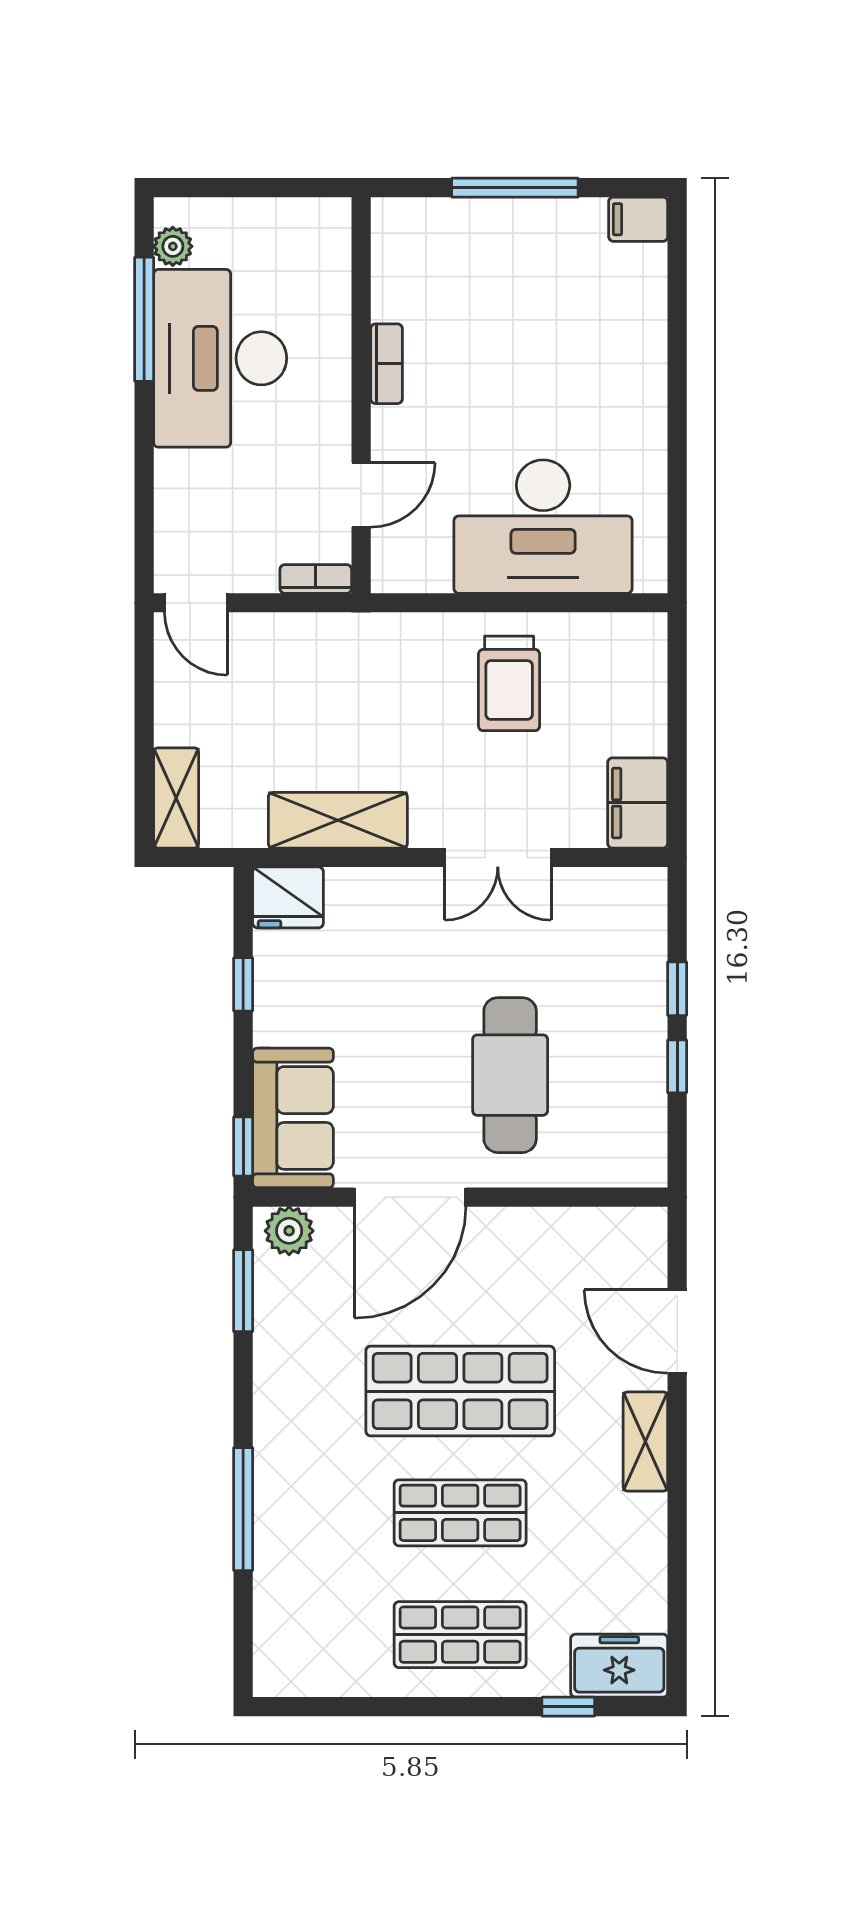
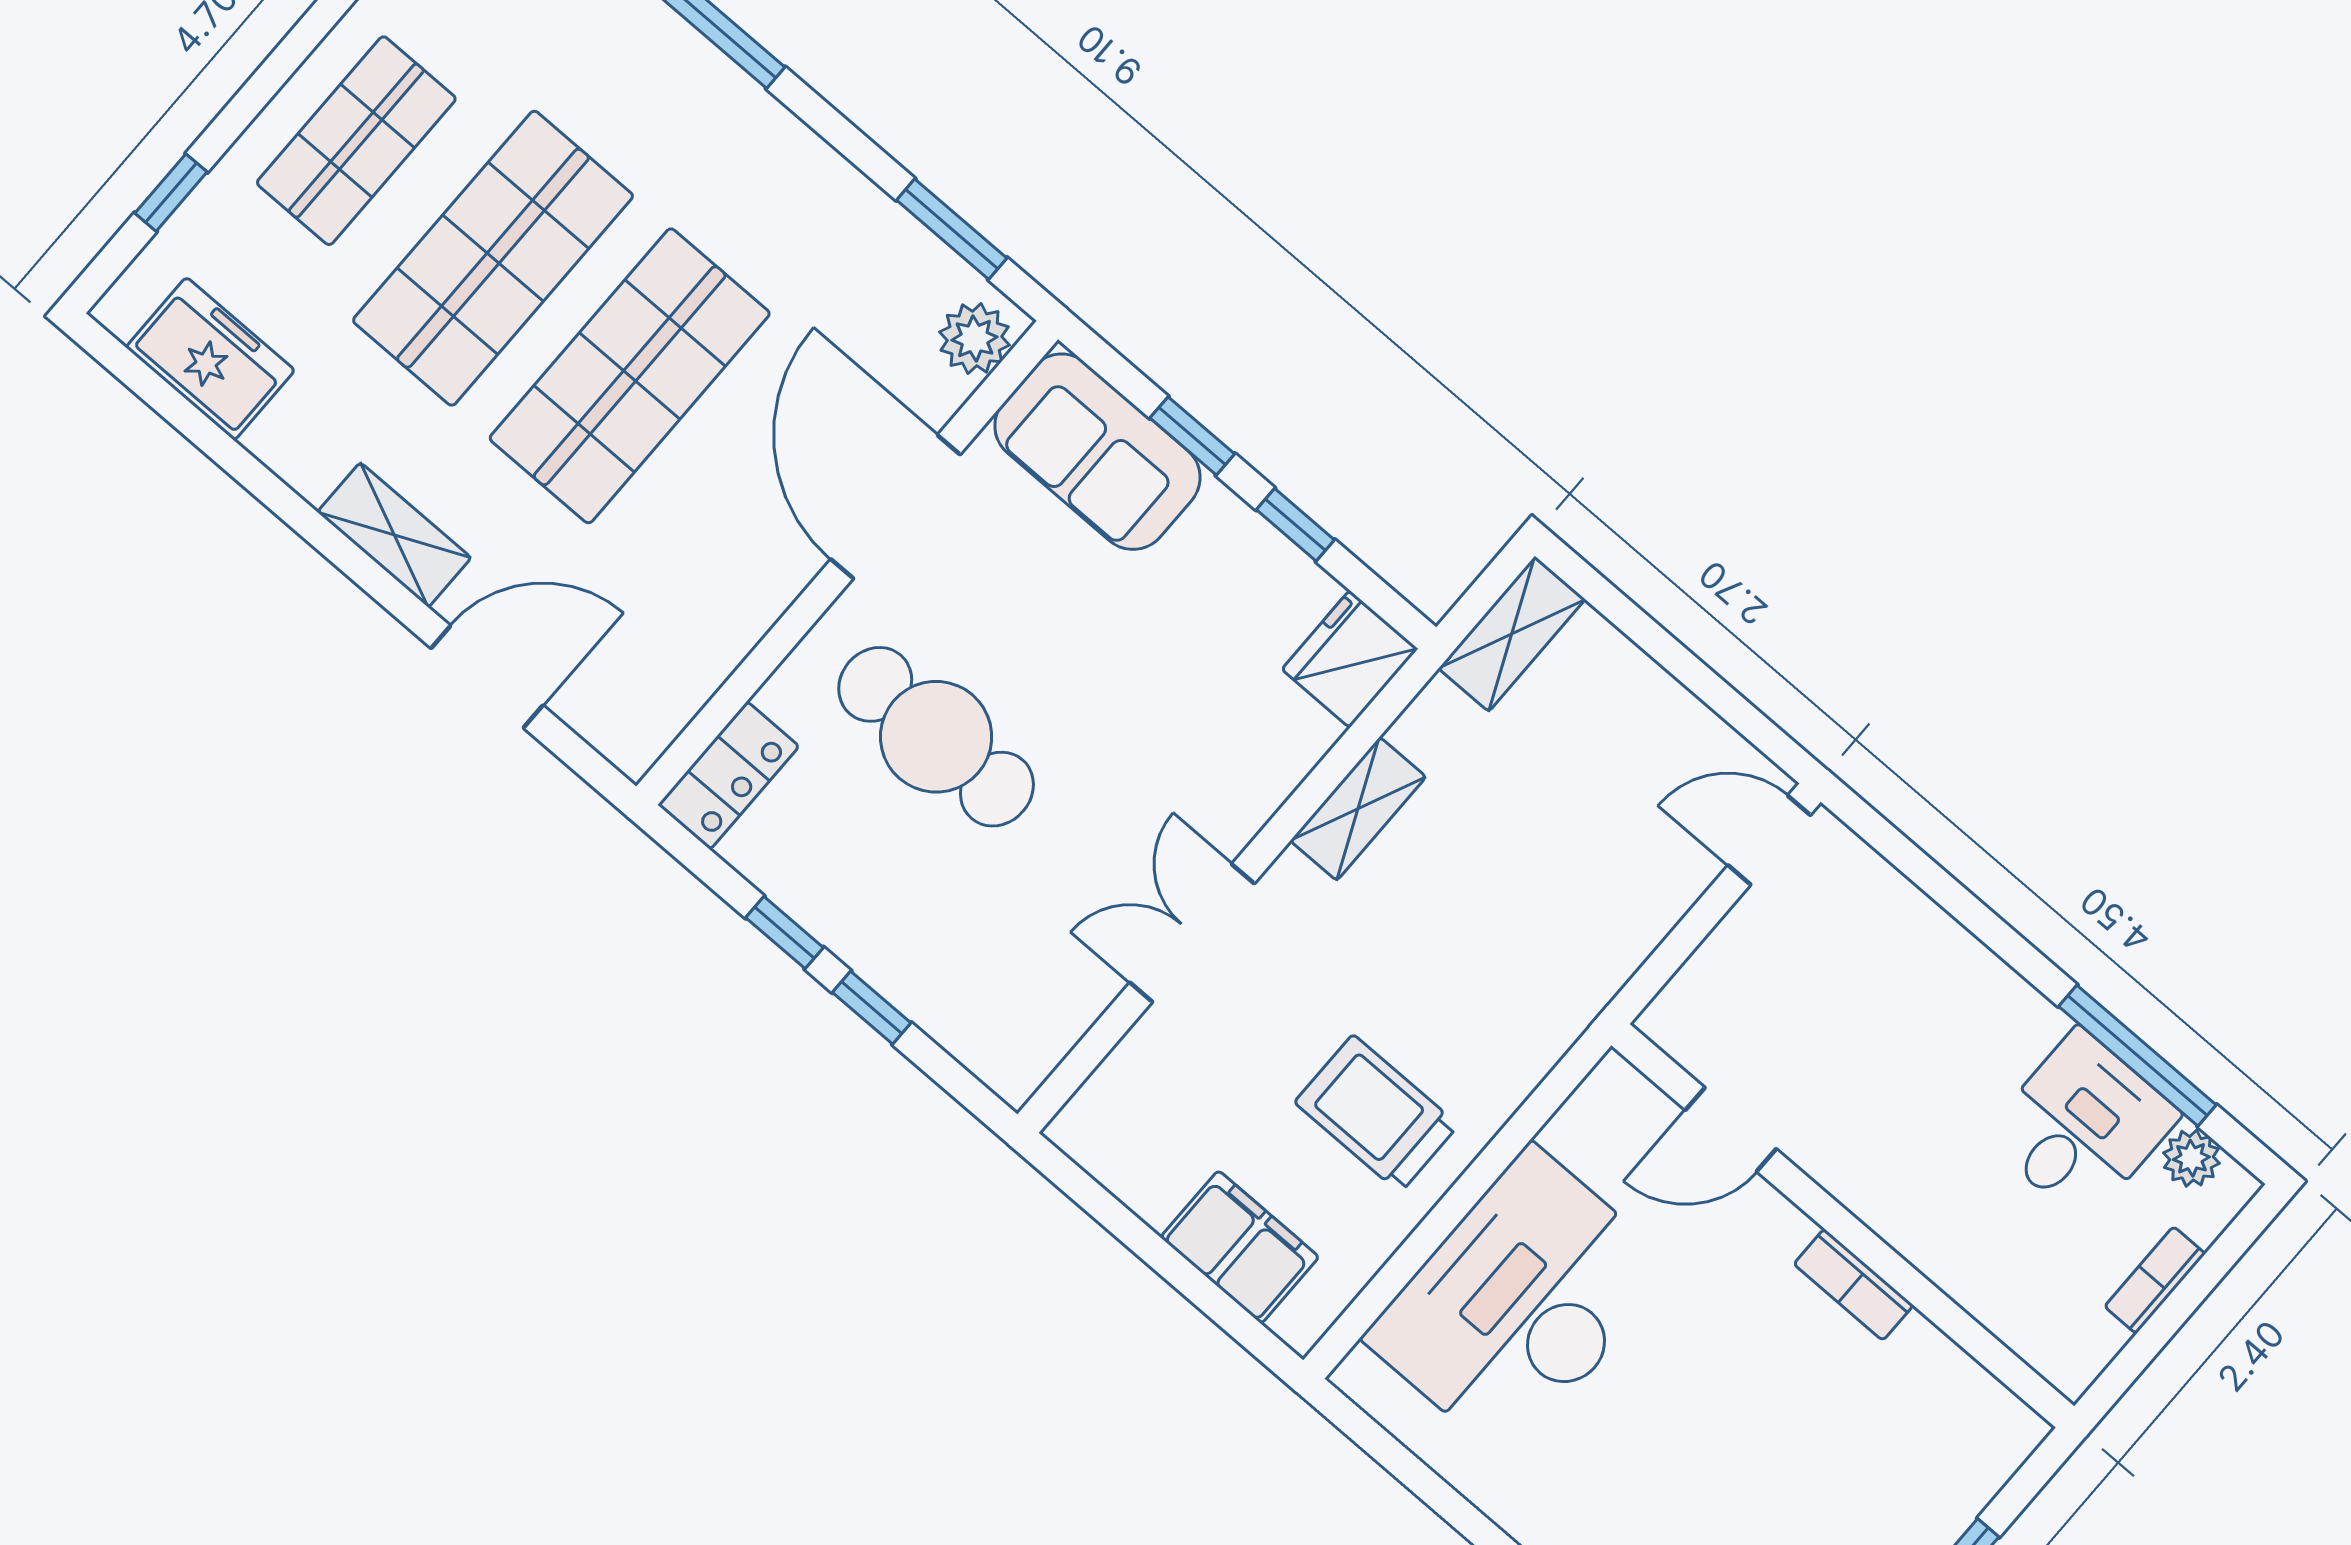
desk: (220, 358) -> (2082, 1126), width x0.53, depth x0.77
door: (361, 495) -> (1731, 1129), hinge flipped
bookcase: (316, 579) -> (2155, 1280), moved, turned 180
shelving: (176, 798) -> (1512, 634), moved, turned 90
filing cabinet: (638, 803) -> (1240, 1247), moved
shelving: (338, 820) -> (1358, 809), width x0.67, depth x0.75
window: (243, 1146) -> (1192, 436), moved
locker: (621, 1164) -> (728, 776), added
shop shelf: (460, 1513) -> (493, 258), width x1.43, depth x1.36
freezer: (619, 1666) -> (210, 359), moved, turned -90

